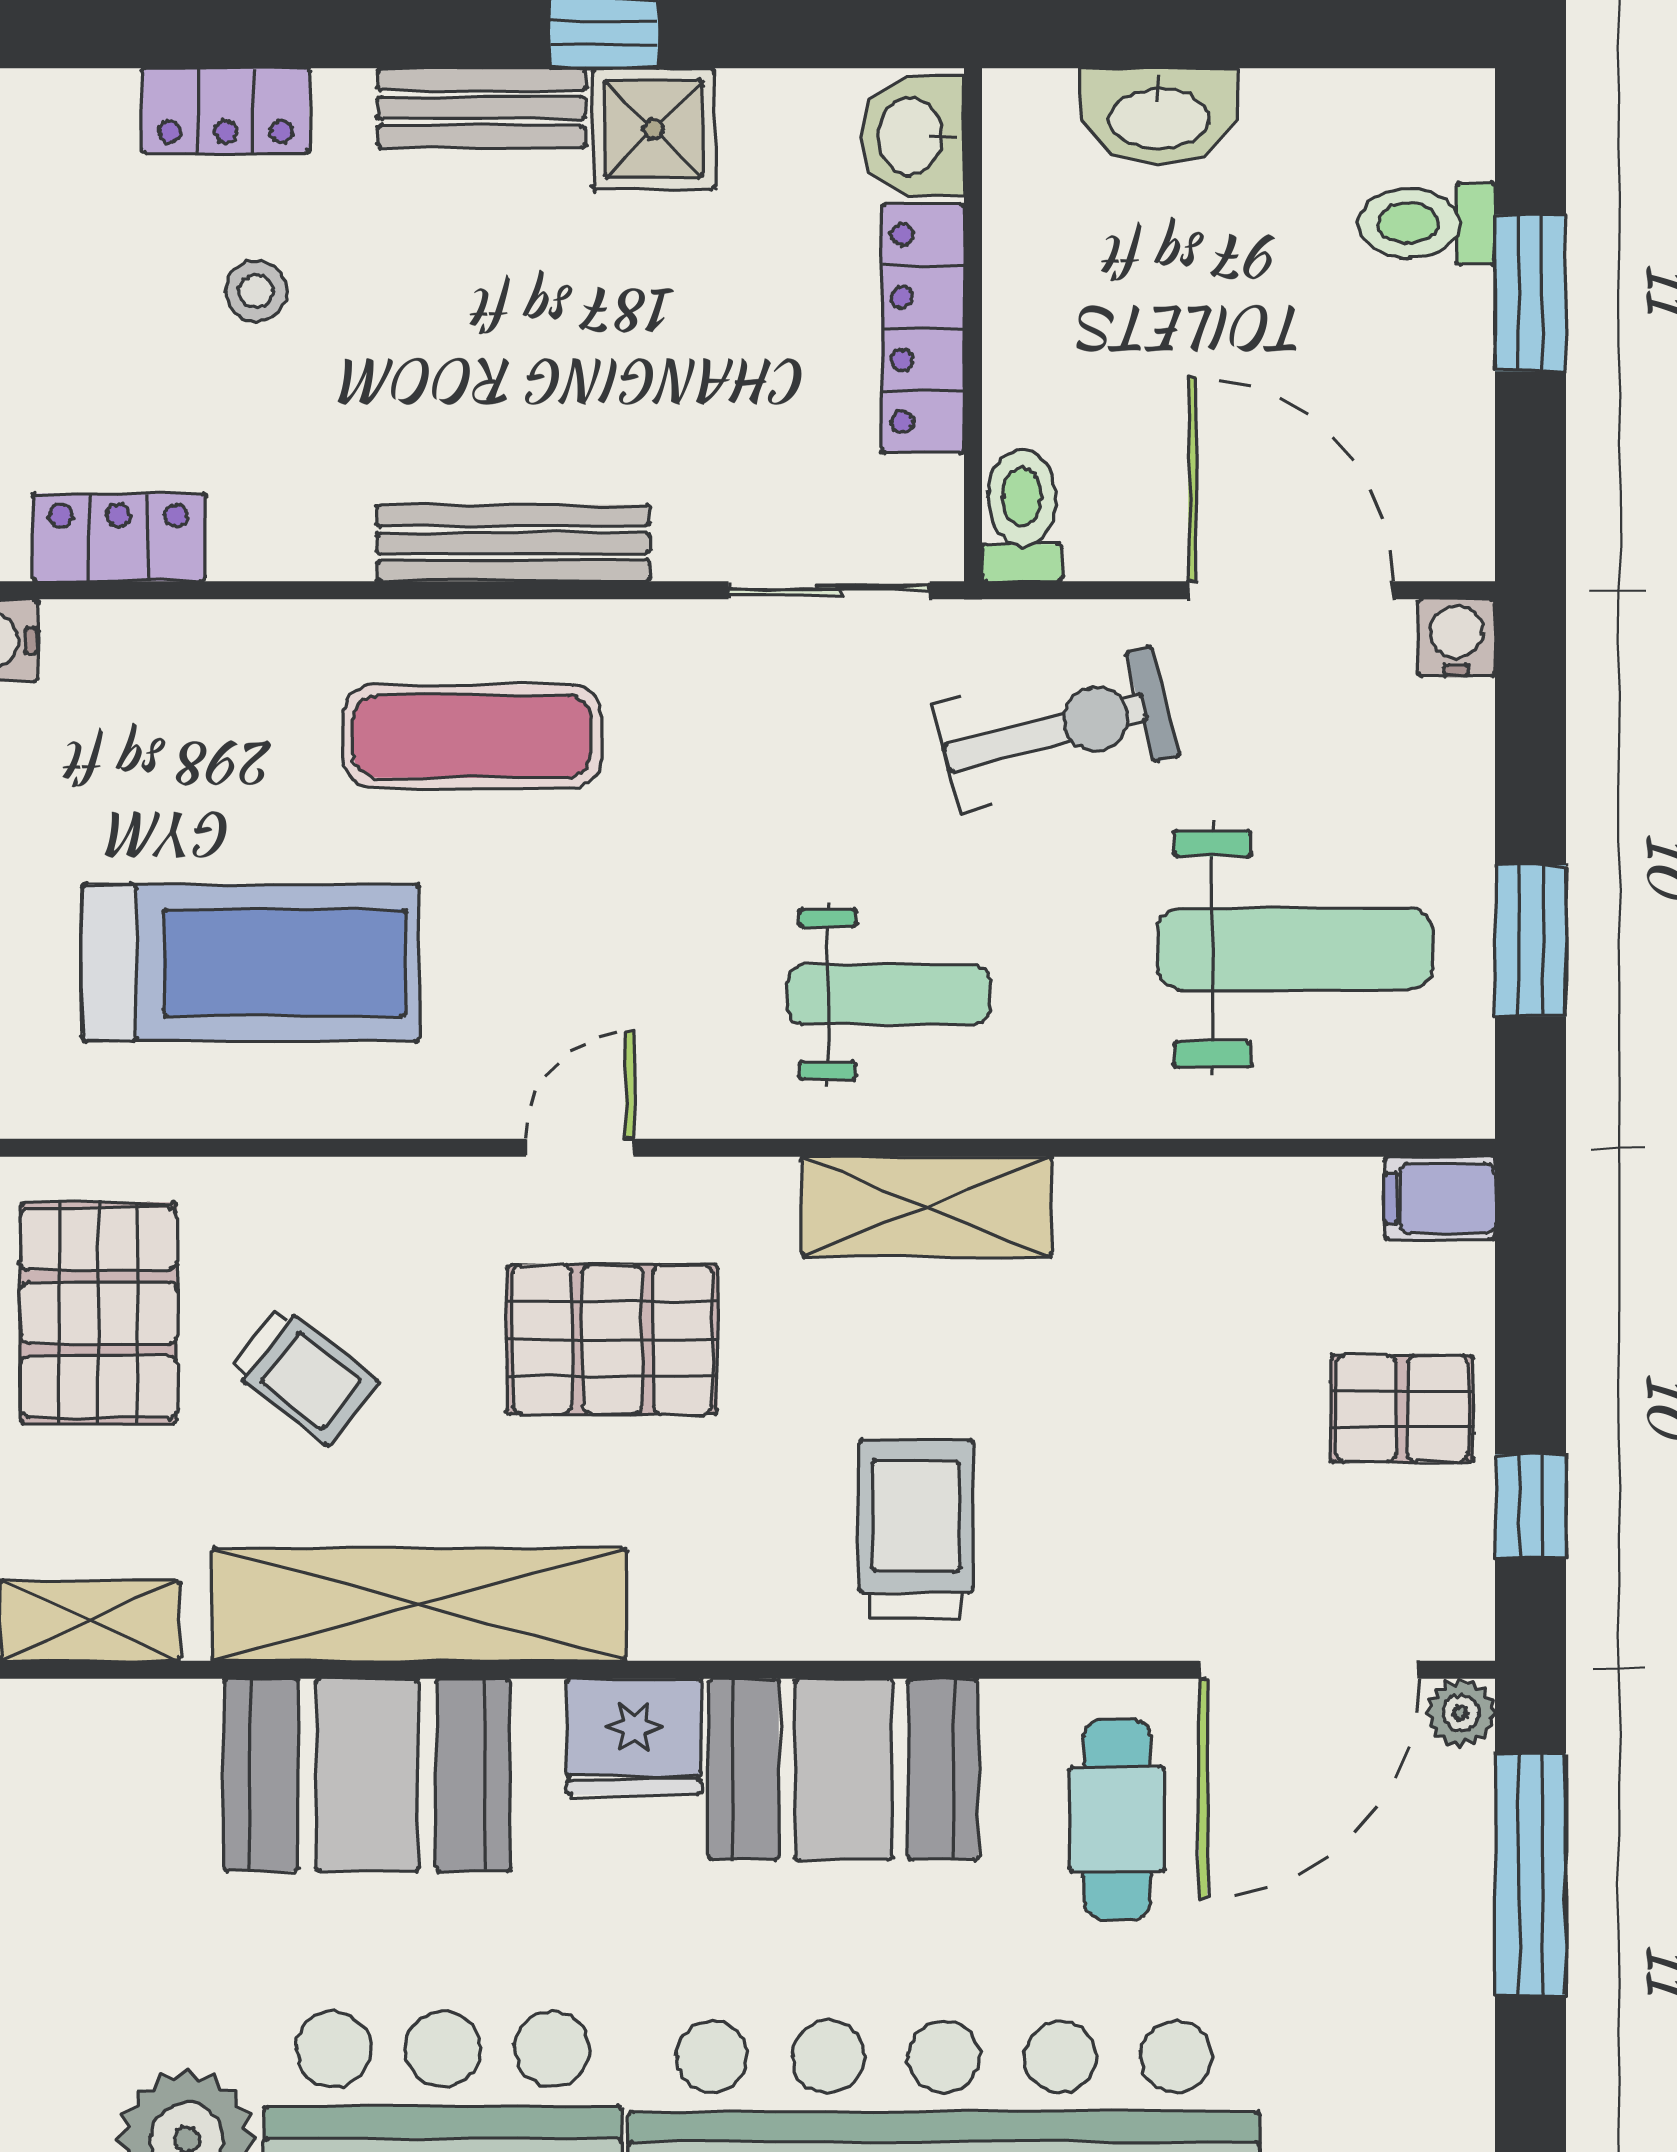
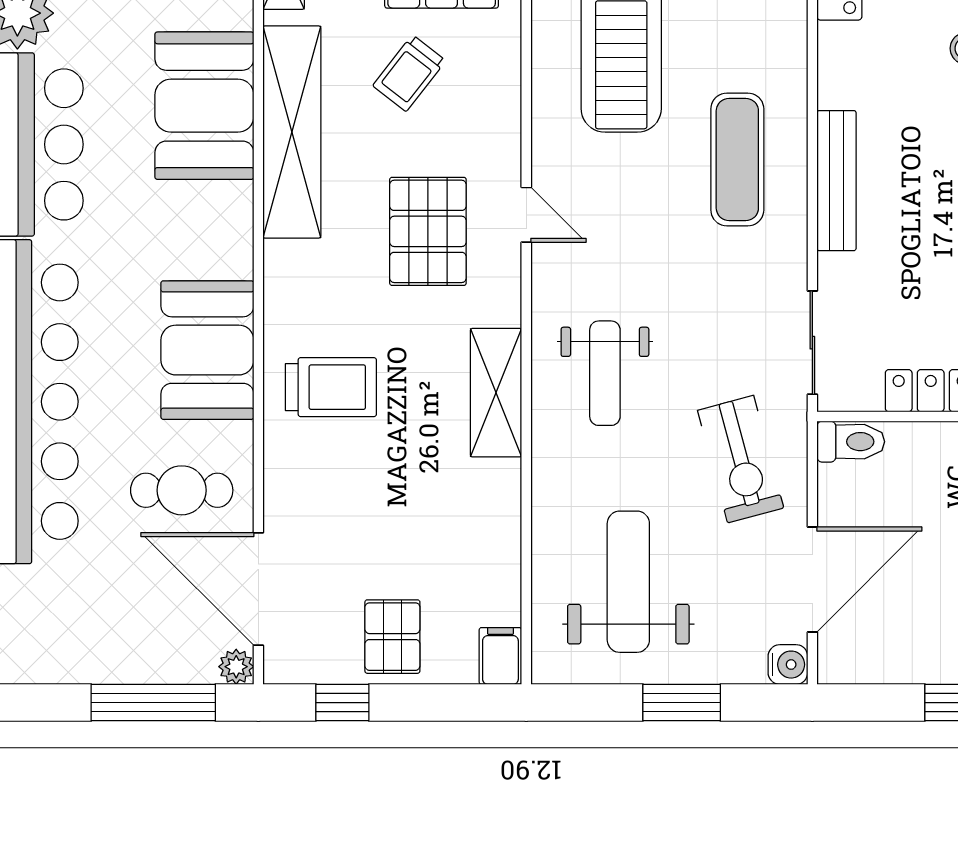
window: (1530, 941) -> (682, 703), moved
weight bench: (1295, 949) -> (628, 582), turned 180
fridge: (634, 1737) -> (224, 243), removed

